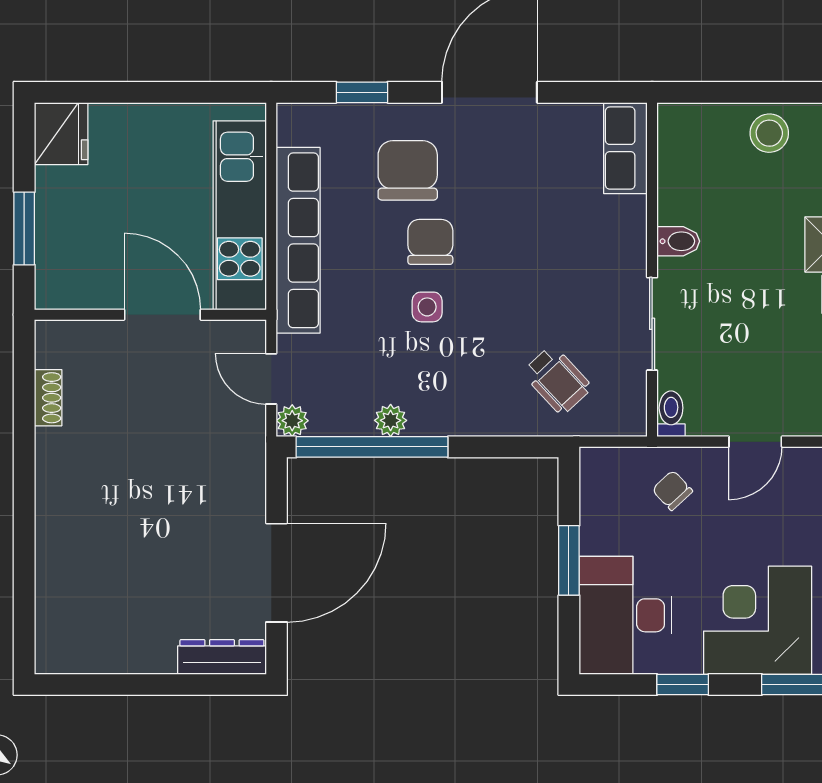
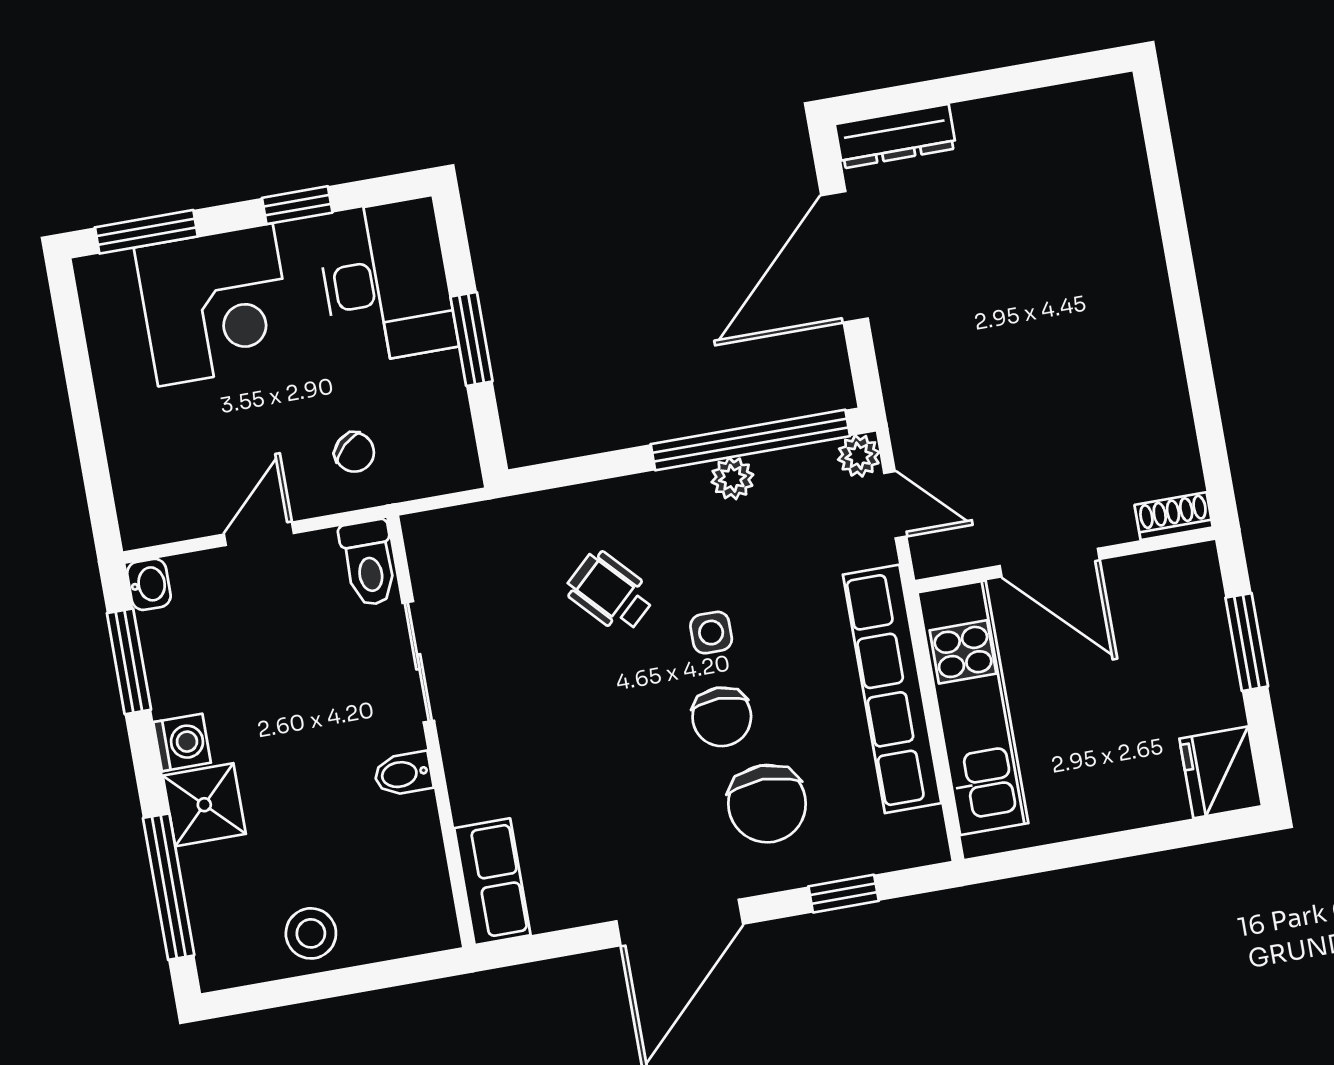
wheelchair: (557, 380) -> (610, 592), moved
shoe rack: (48, 398) -> (1174, 516), moved, turned 90
toilet: (671, 414) -> (369, 563), width x1.37, depth x1.39

